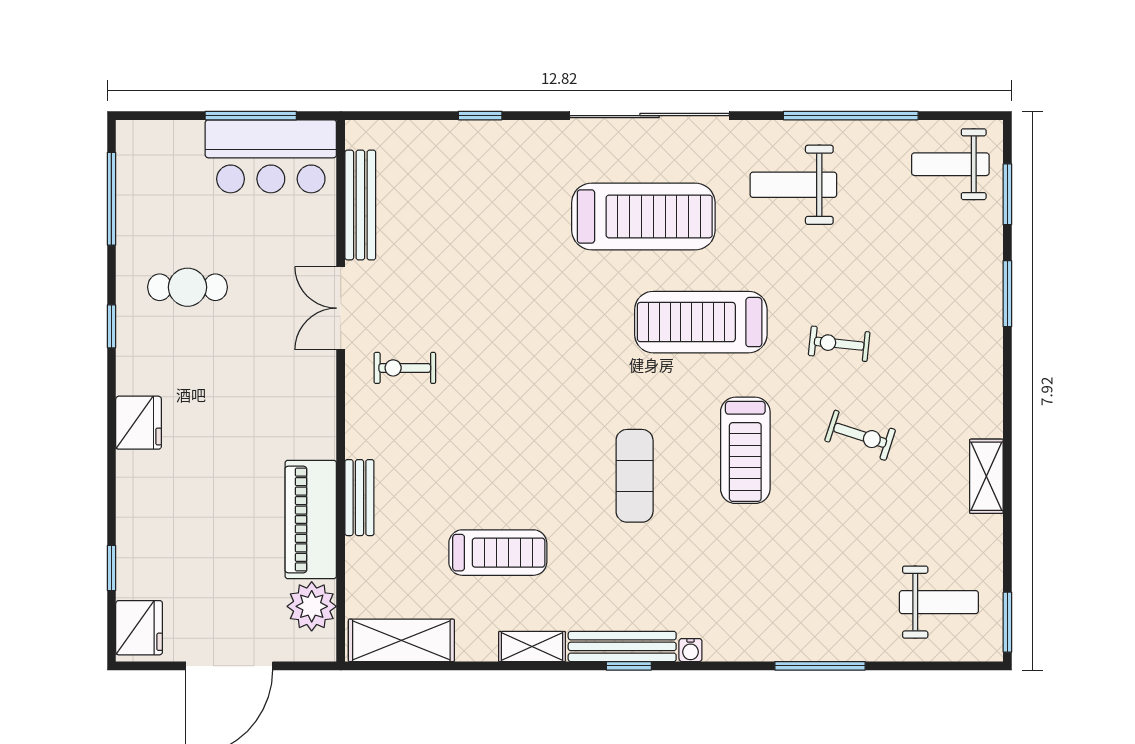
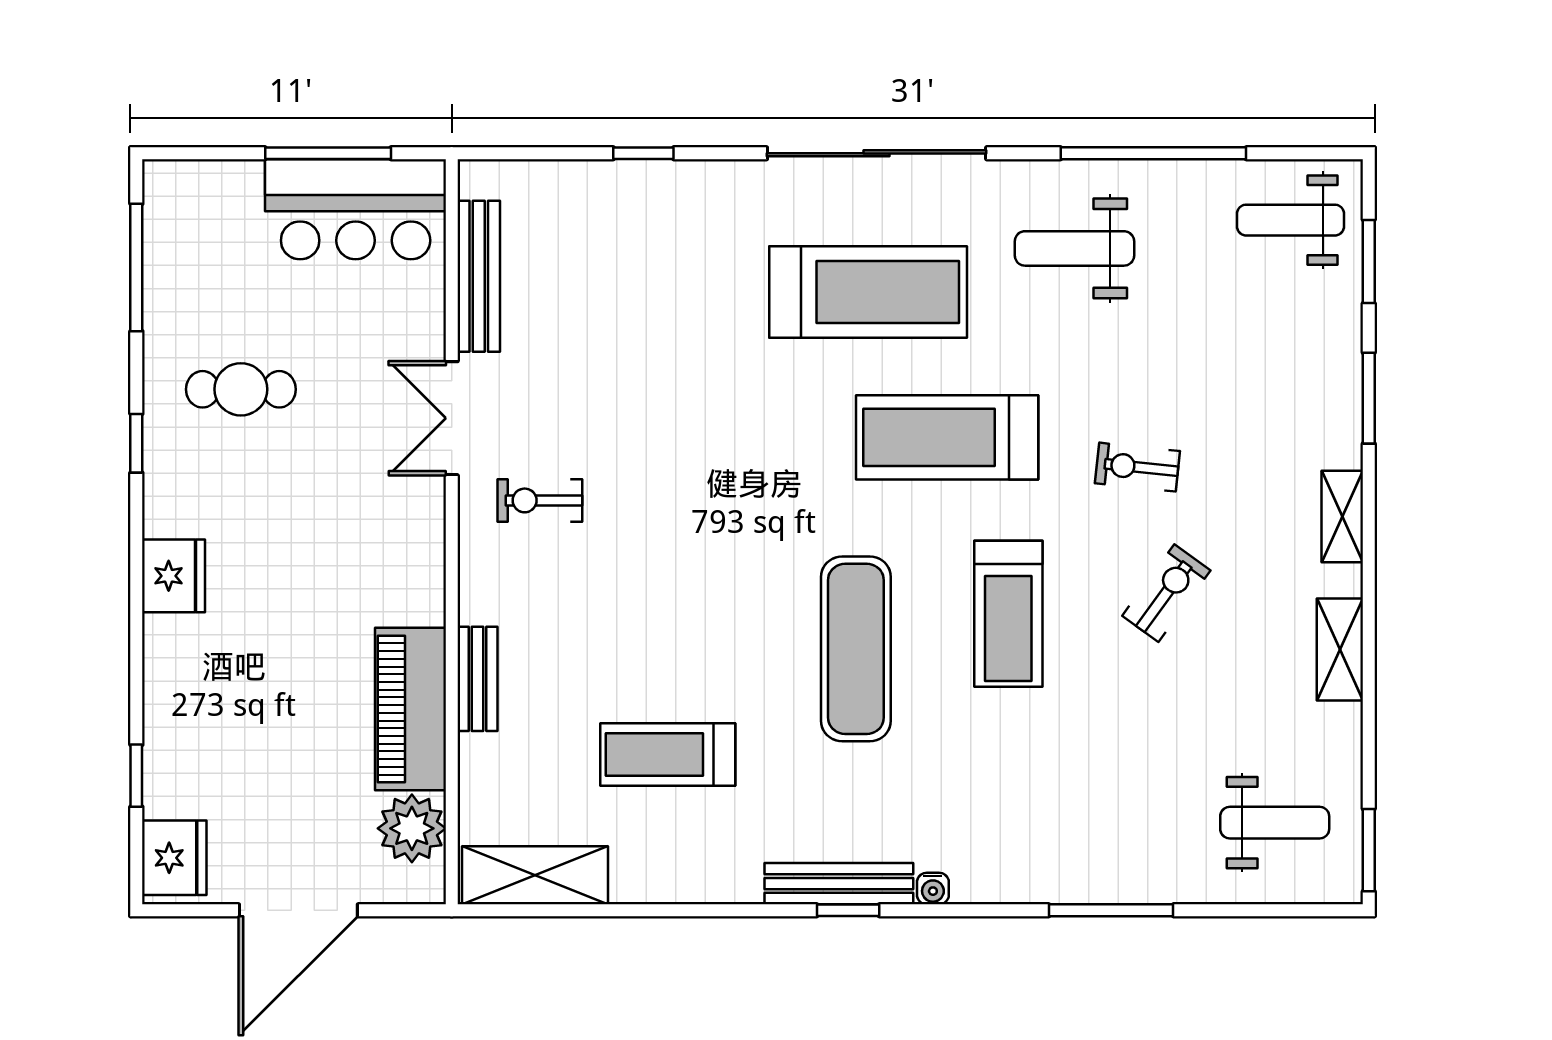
exercise bike: (860, 435) -> (1166, 593), turned -72
exercise mat: (635, 476) -> (856, 649), width x1.36, depth x1.45
treadmill: (498, 553) -> (668, 754), turned 180
shelving: (532, 647) -> (1342, 517), moved, turned 90

